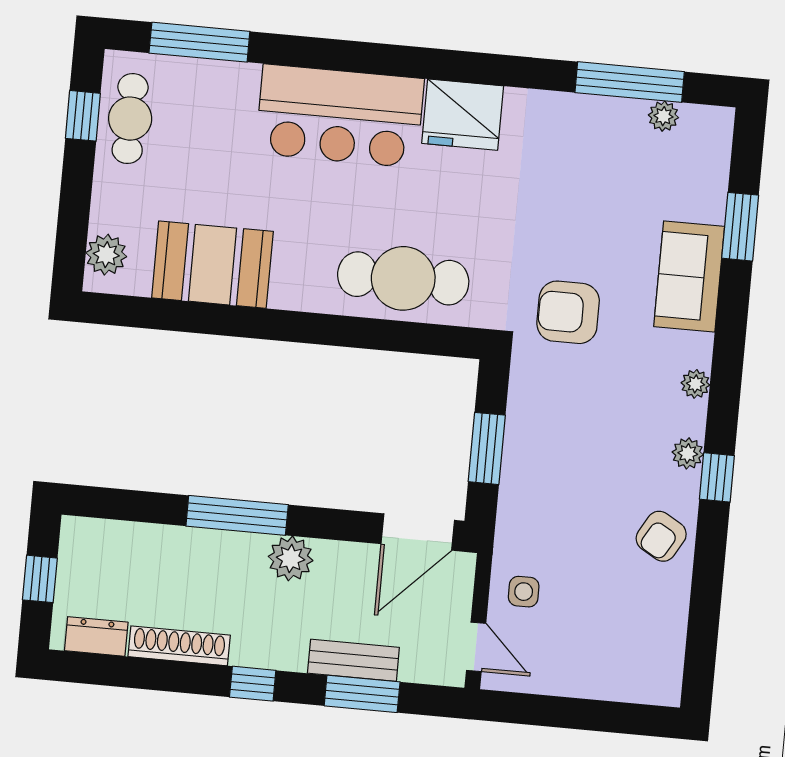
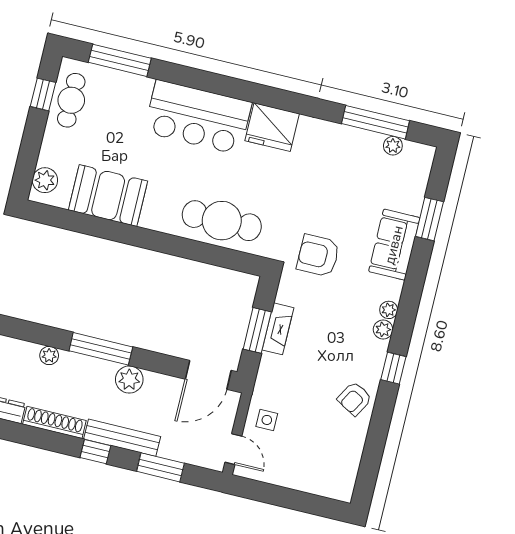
fireplace: (520, 441) -> (278, 329), added
plant: (688, 453) -> (383, 330), moved
plant: (155, 538) -> (49, 356), added
bench: (353, 660) -> (122, 438), moved, width x1.36

